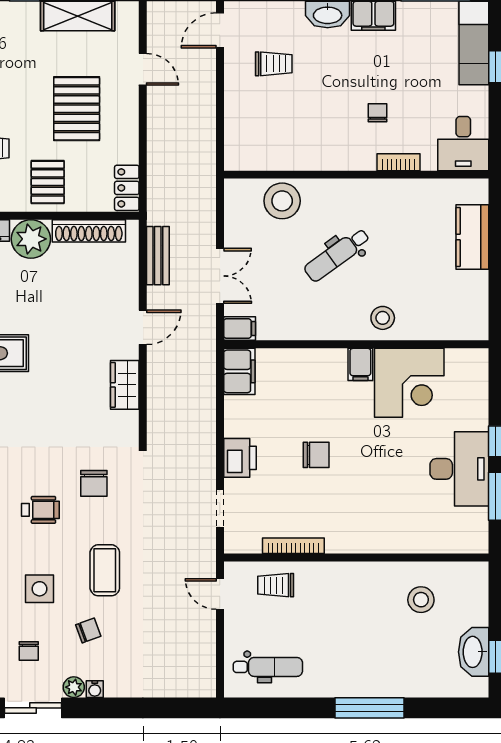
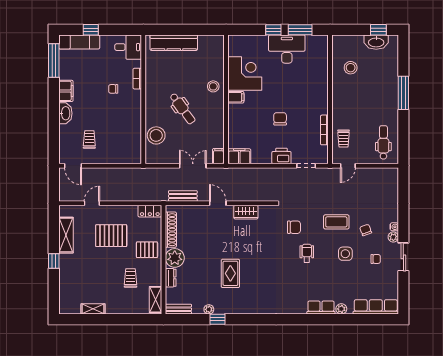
kitchen counter: (472, 237) -> (174, 43), width x1.50

